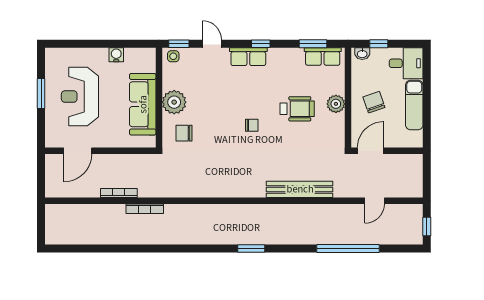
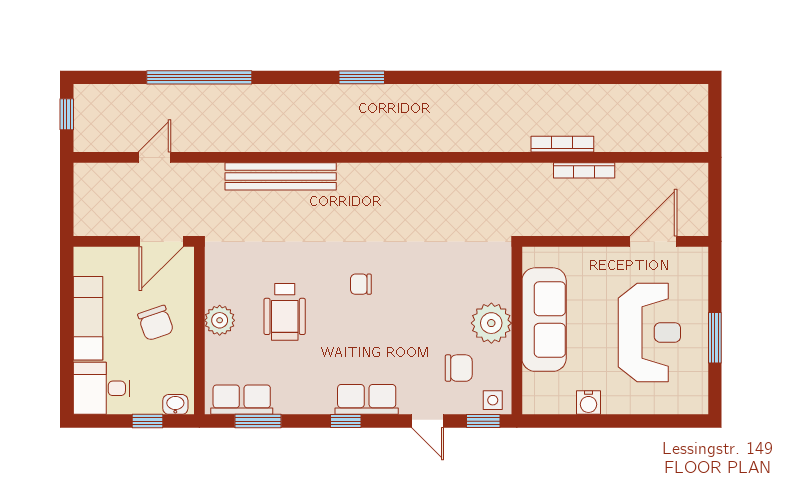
wheelchair: (297, 109) -> (285, 312), turned -90
chair: (184, 133) -> (459, 368), moved
bookcase: (145, 209) -> (562, 144), moved

